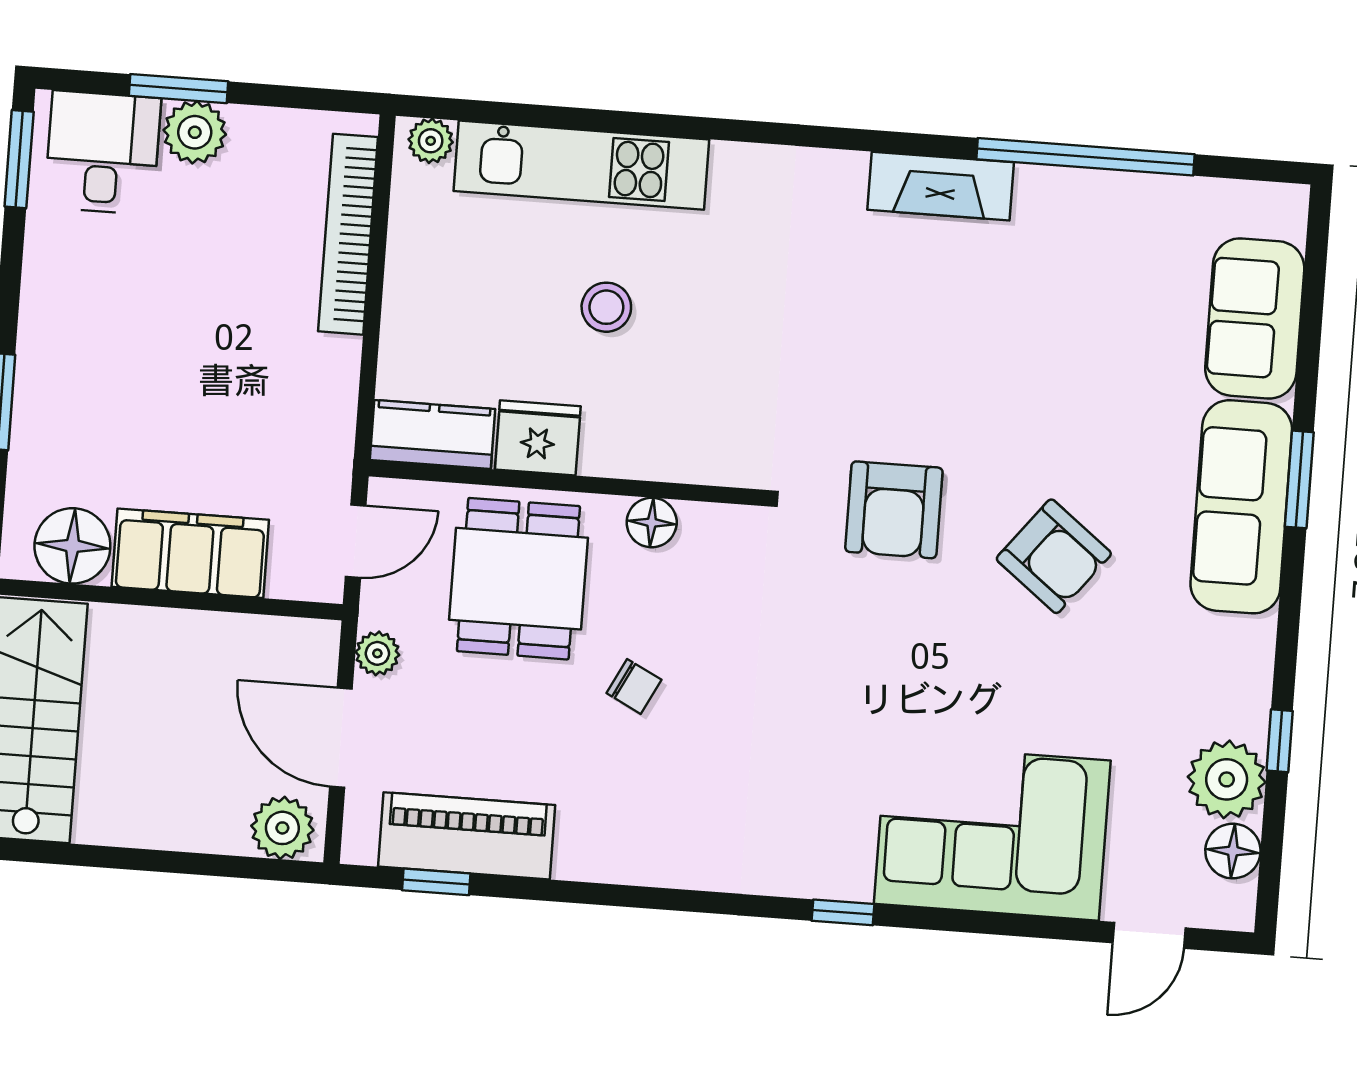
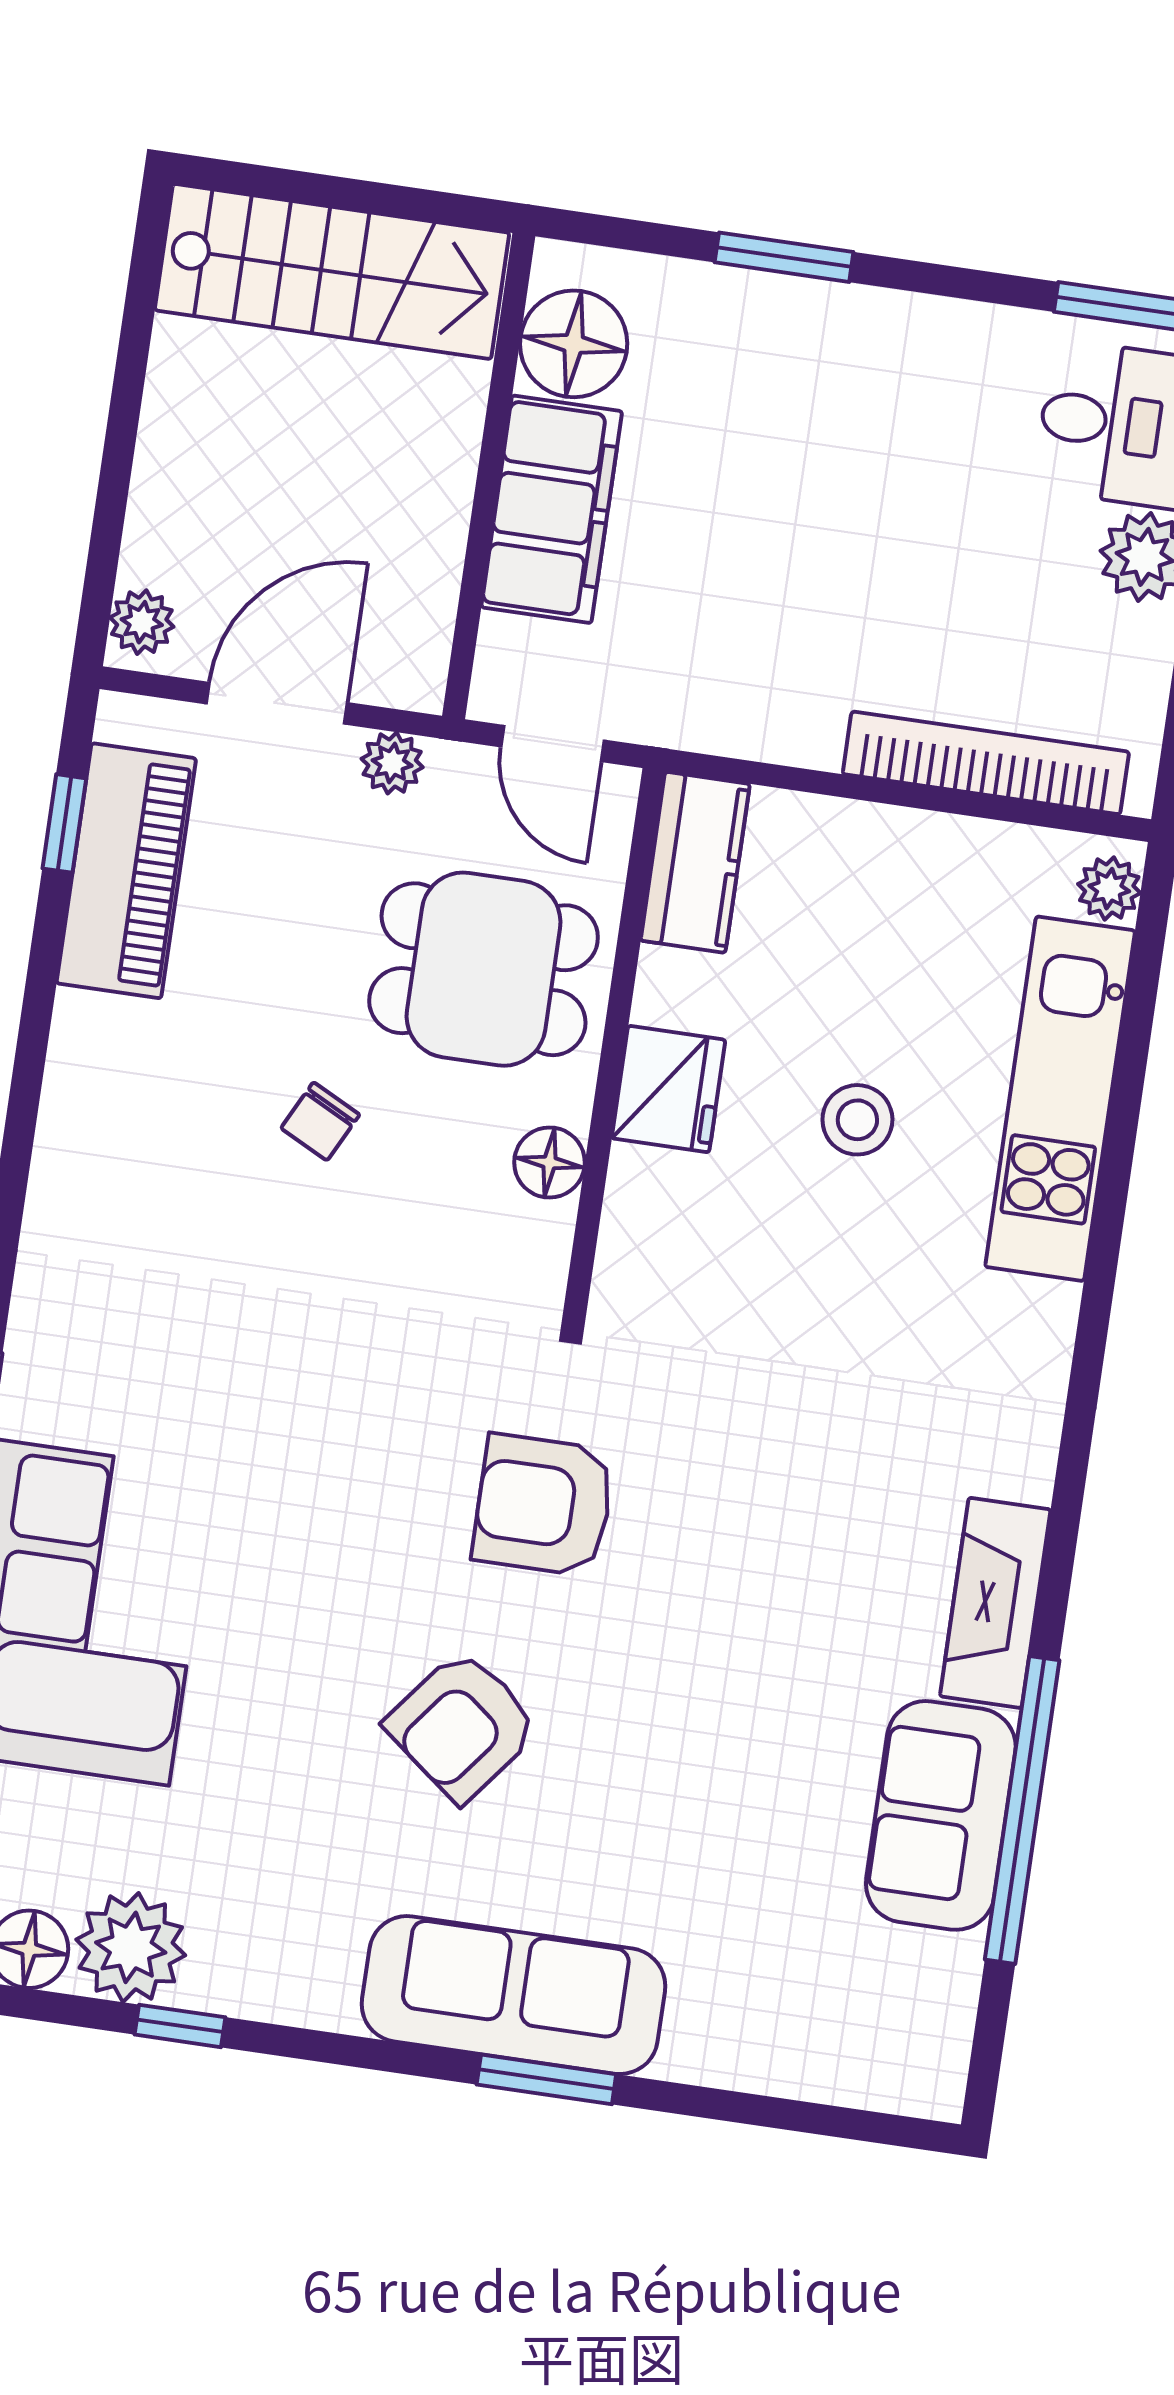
sofa: (1255, 318) -> (941, 1815), moved, turned -90
fridge: (538, 438) -> (669, 1089), moved
plant: (282, 828) -> (142, 622), width x0.73, depth x0.73

